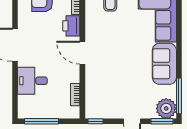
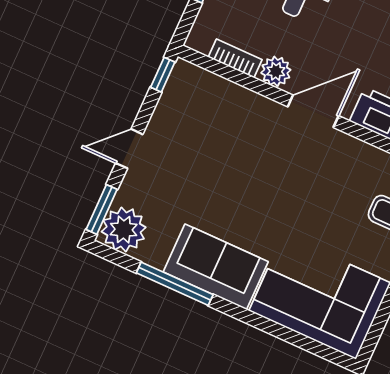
plant: (73, 75) -> (276, 71), added
window: (179, 96) -> (175, 284), moved

